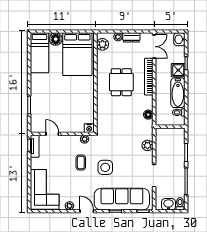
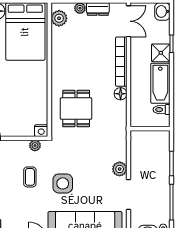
dining table: (121, 82) -> (76, 109), moved
floor lamp: (148, 115) -> (121, 94), moved
plant: (148, 145) -> (120, 169), moved

